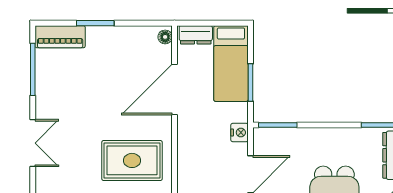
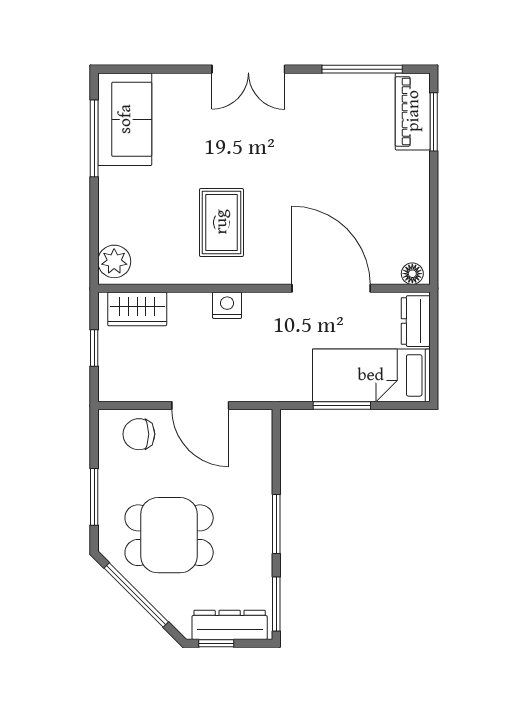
window: (95, 23) -> (434, 122), moved
window: (278, 125) -> (276, 524), moved
nightstand: (239, 132) -> (227, 305), moved, turned 180
rug: (132, 160) -> (221, 222), width x0.73, depth x0.70

